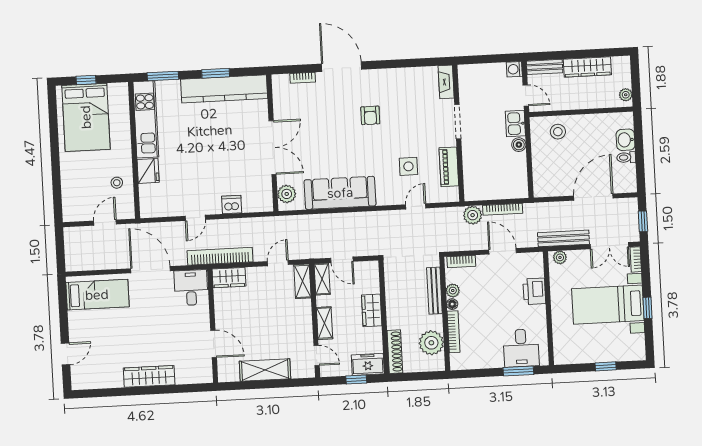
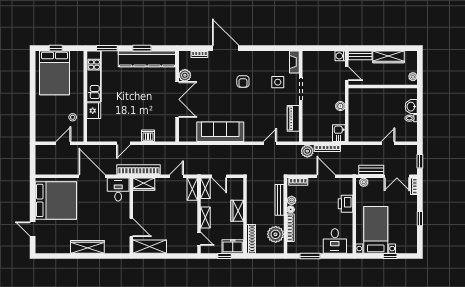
kitchen sink: (515, 124) -> (339, 133), moved
stool: (558, 132) -> (367, 99), removed
side table: (408, 166) -> (278, 82), moved
plant: (287, 194) -> (185, 75), moved
door: (593, 197) -> (388, 143), width x0.53
bench: (563, 238) -> (371, 170), width x0.73
bed: (97, 295) -> (56, 200), width x2.04
bed with nightstands: (608, 305) -> (376, 230), moved, turned 90
door: (66, 354) -> (33, 229), swing flipped
shelving: (265, 370) -> (150, 247), moved
window: (518, 371) -> (310, 256), moved

